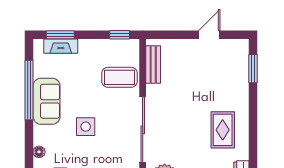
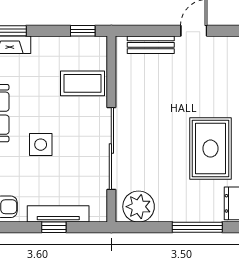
bench: (153, 65) -> (151, 45), moved, turned 90
rug: (223, 130) -> (210, 149), width x1.36, depth x1.43

